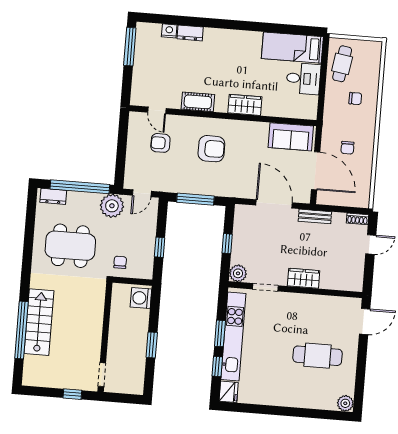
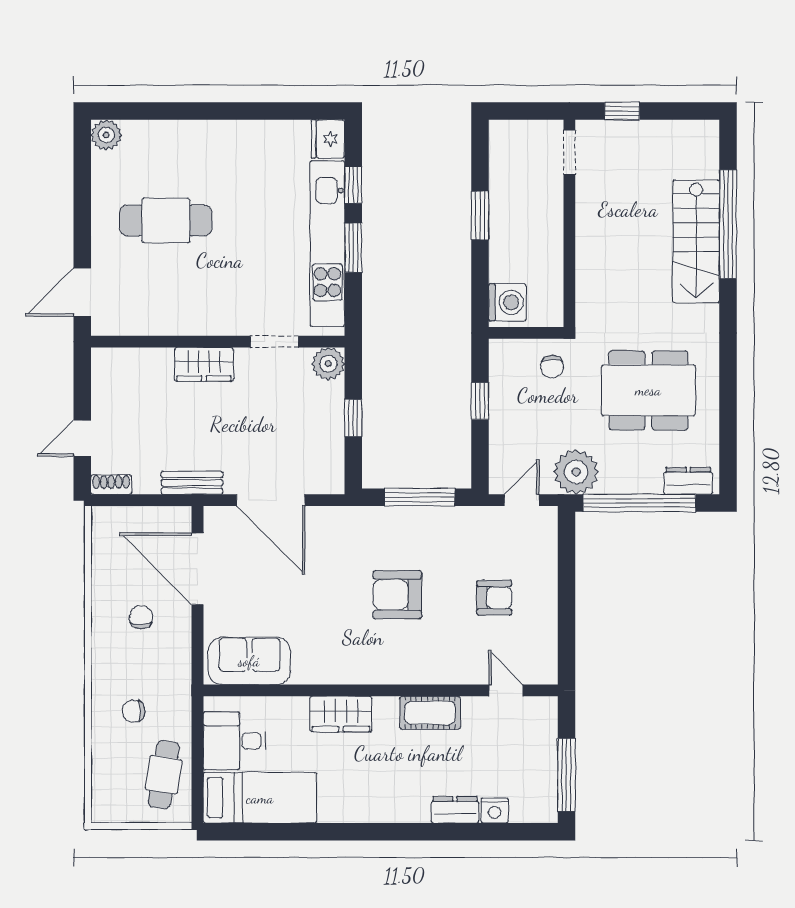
cot: (198, 102) -> (430, 713), moved
wardrobe: (245, 105) -> (341, 714), moved
door: (157, 110) -> (506, 690), moved
wall: (223, 116) -> (381, 690), moved
sofa: (291, 137) -> (249, 661), moved

